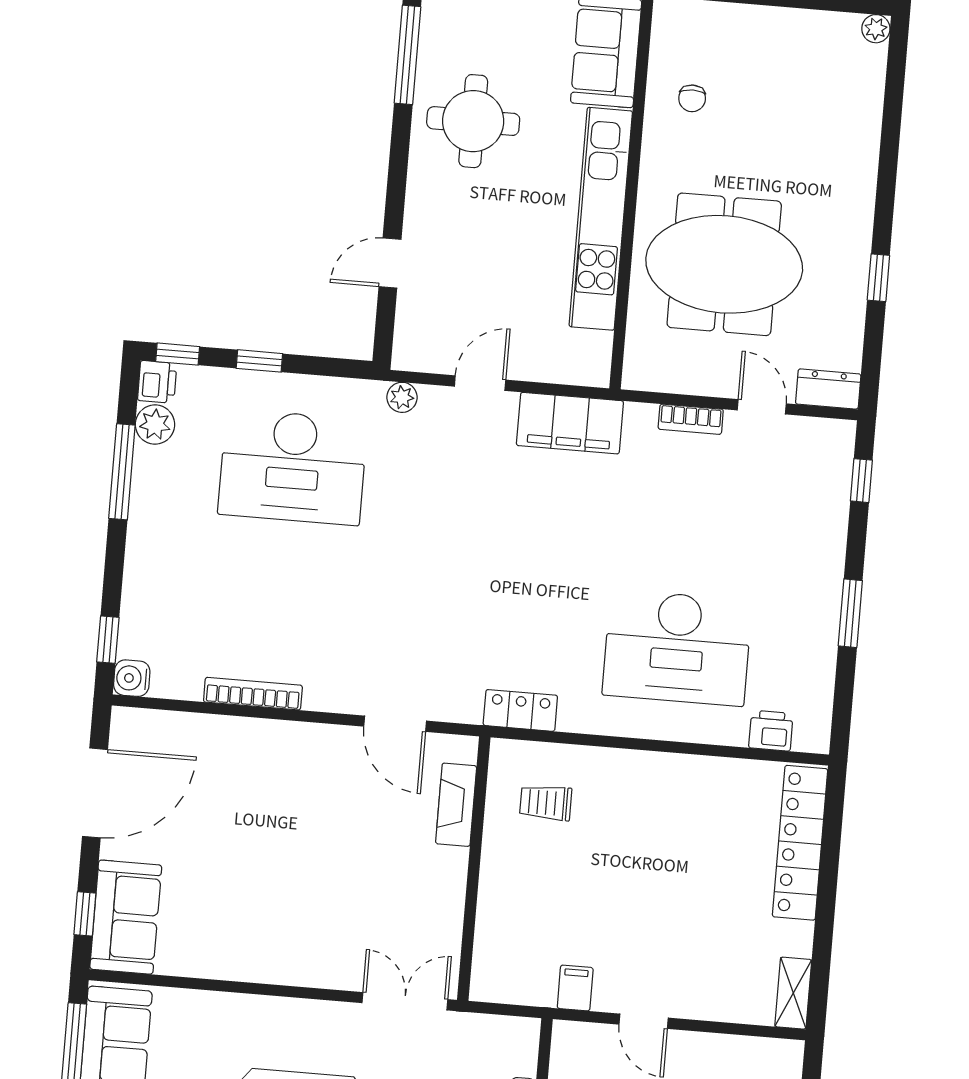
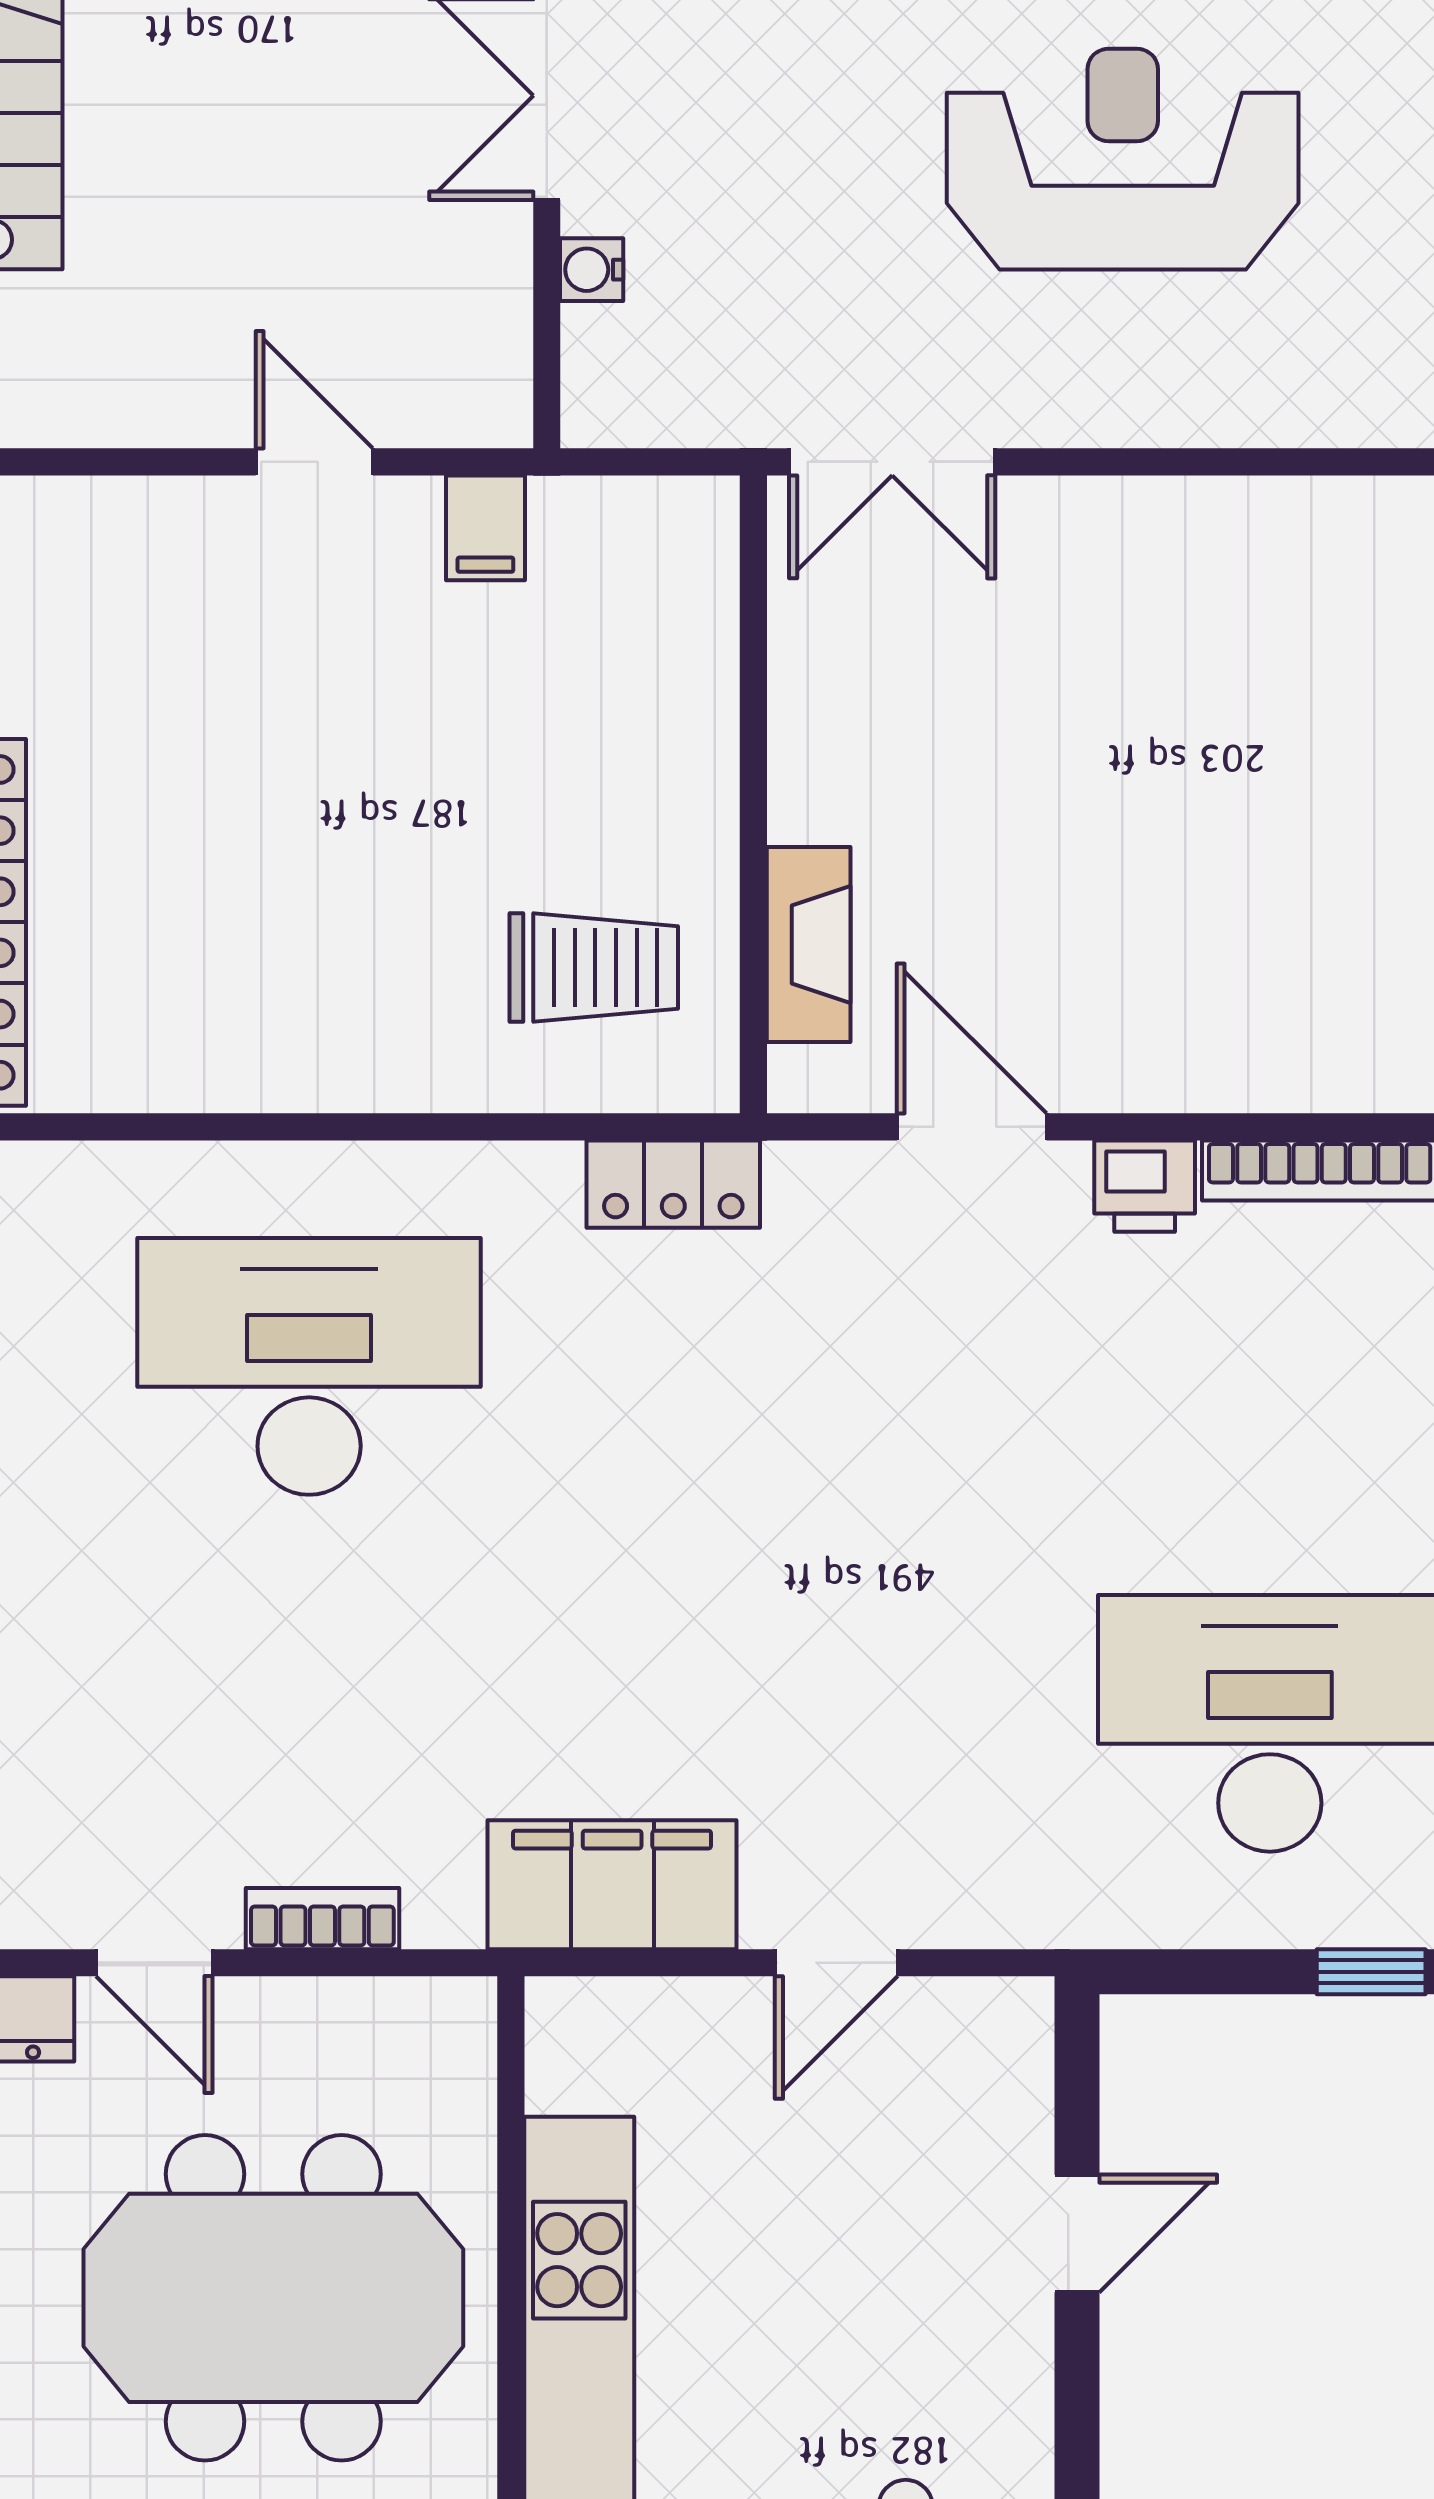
plant: (402, 397) -> (1021, 1913), removed
printer: (771, 731) -> (1145, 1186), moved
trolley: (546, 803) -> (594, 968), width x1.36, depth x1.39

